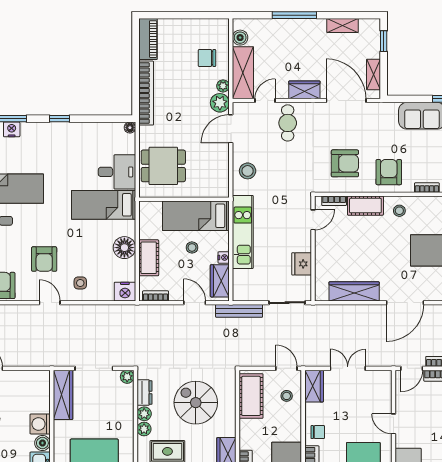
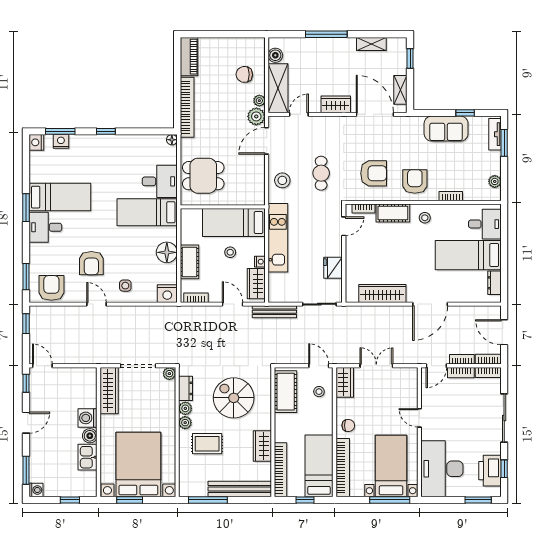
cafe table: (288, 123) -> (321, 173), moved

